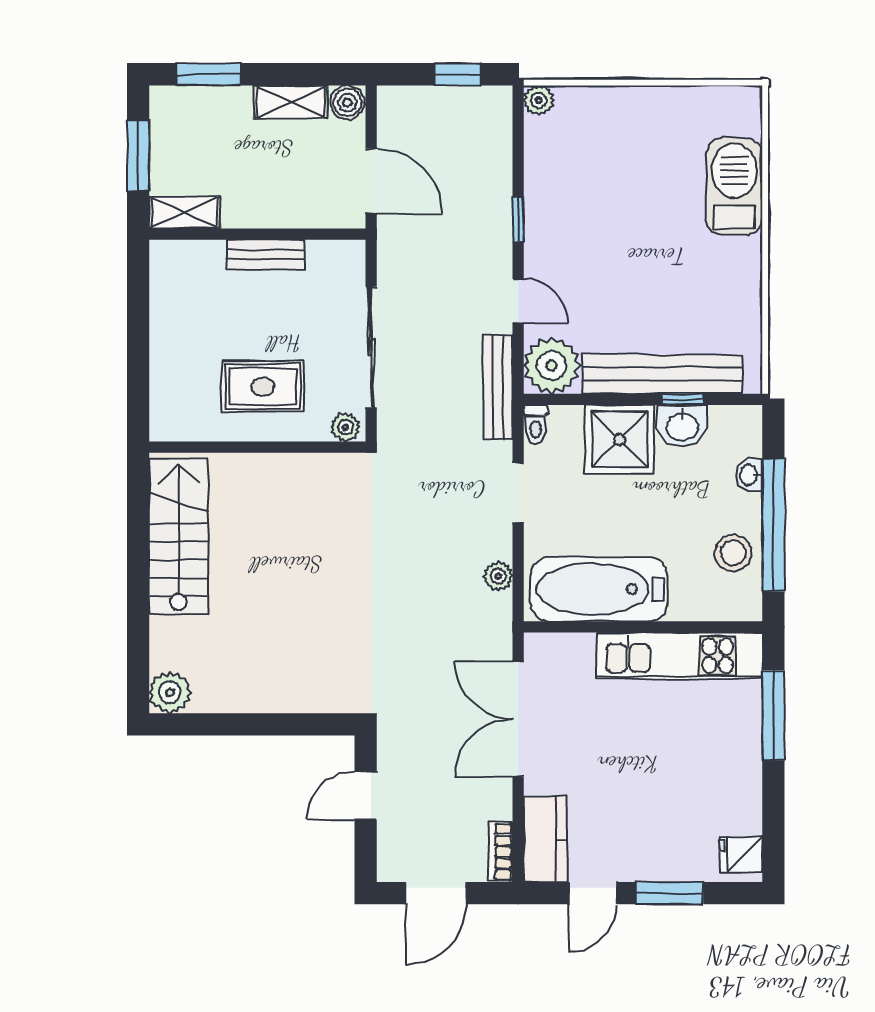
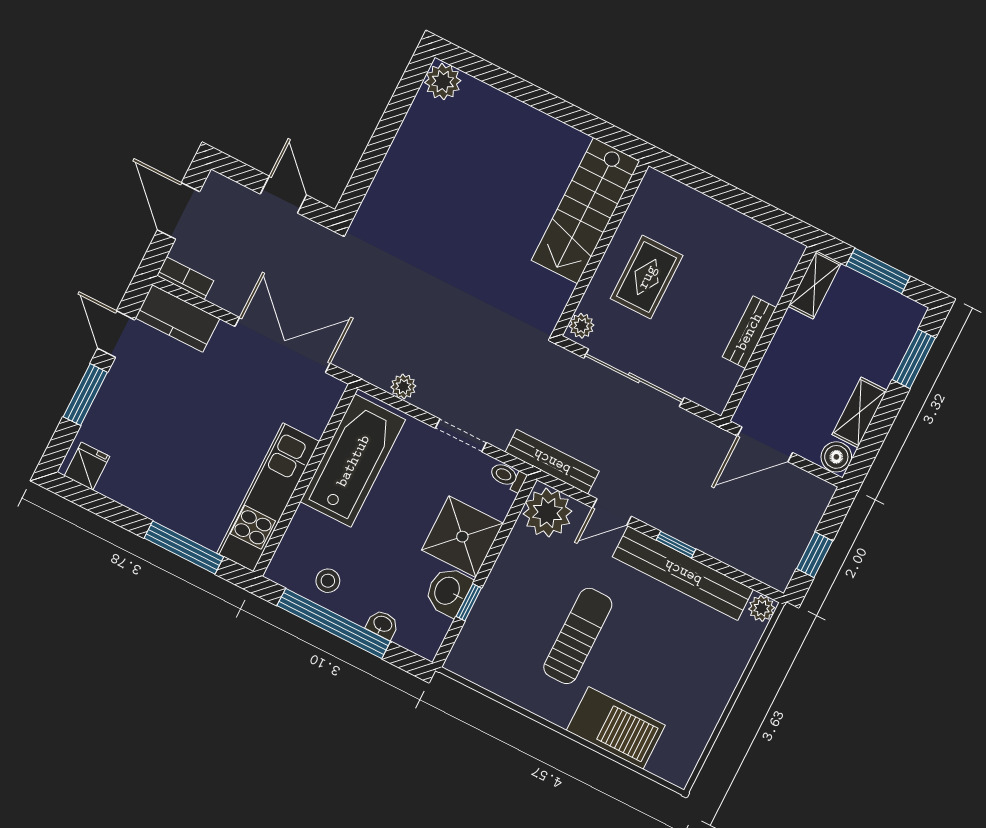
sun lounger: (661, 272) -> (578, 636), added
bench: (662, 374) -> (683, 573), moved, turned 90
stairs: (179, 536) -> (586, 211), moved, turned 90
stool: (733, 553) -> (328, 581), width x0.73, depth x0.73

